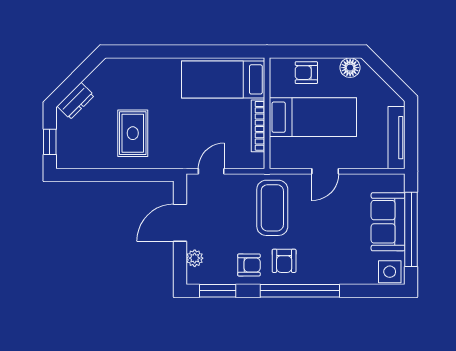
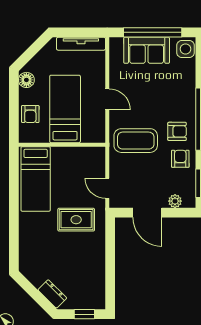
bookcase: (258, 126) -> (72, 152), removed
rug: (133, 133) -> (76, 220), moved

